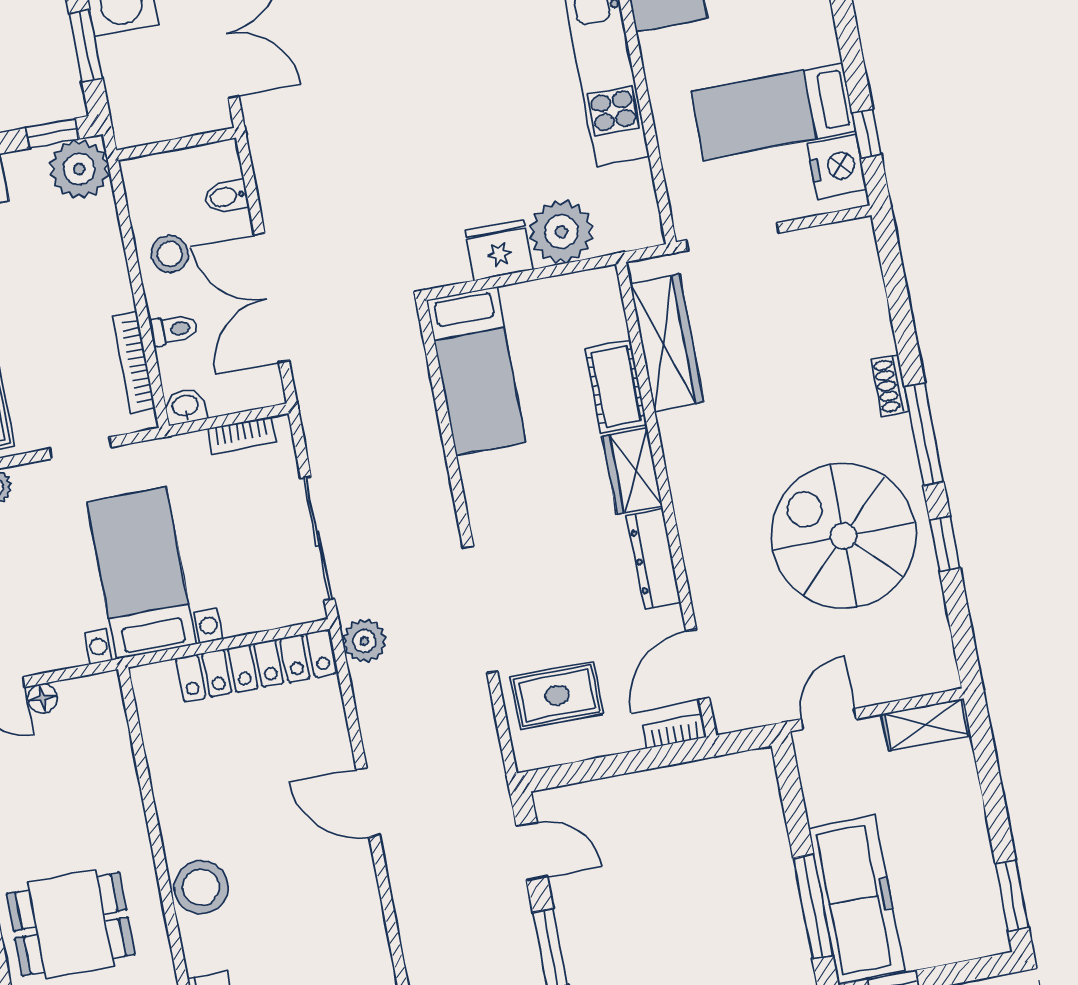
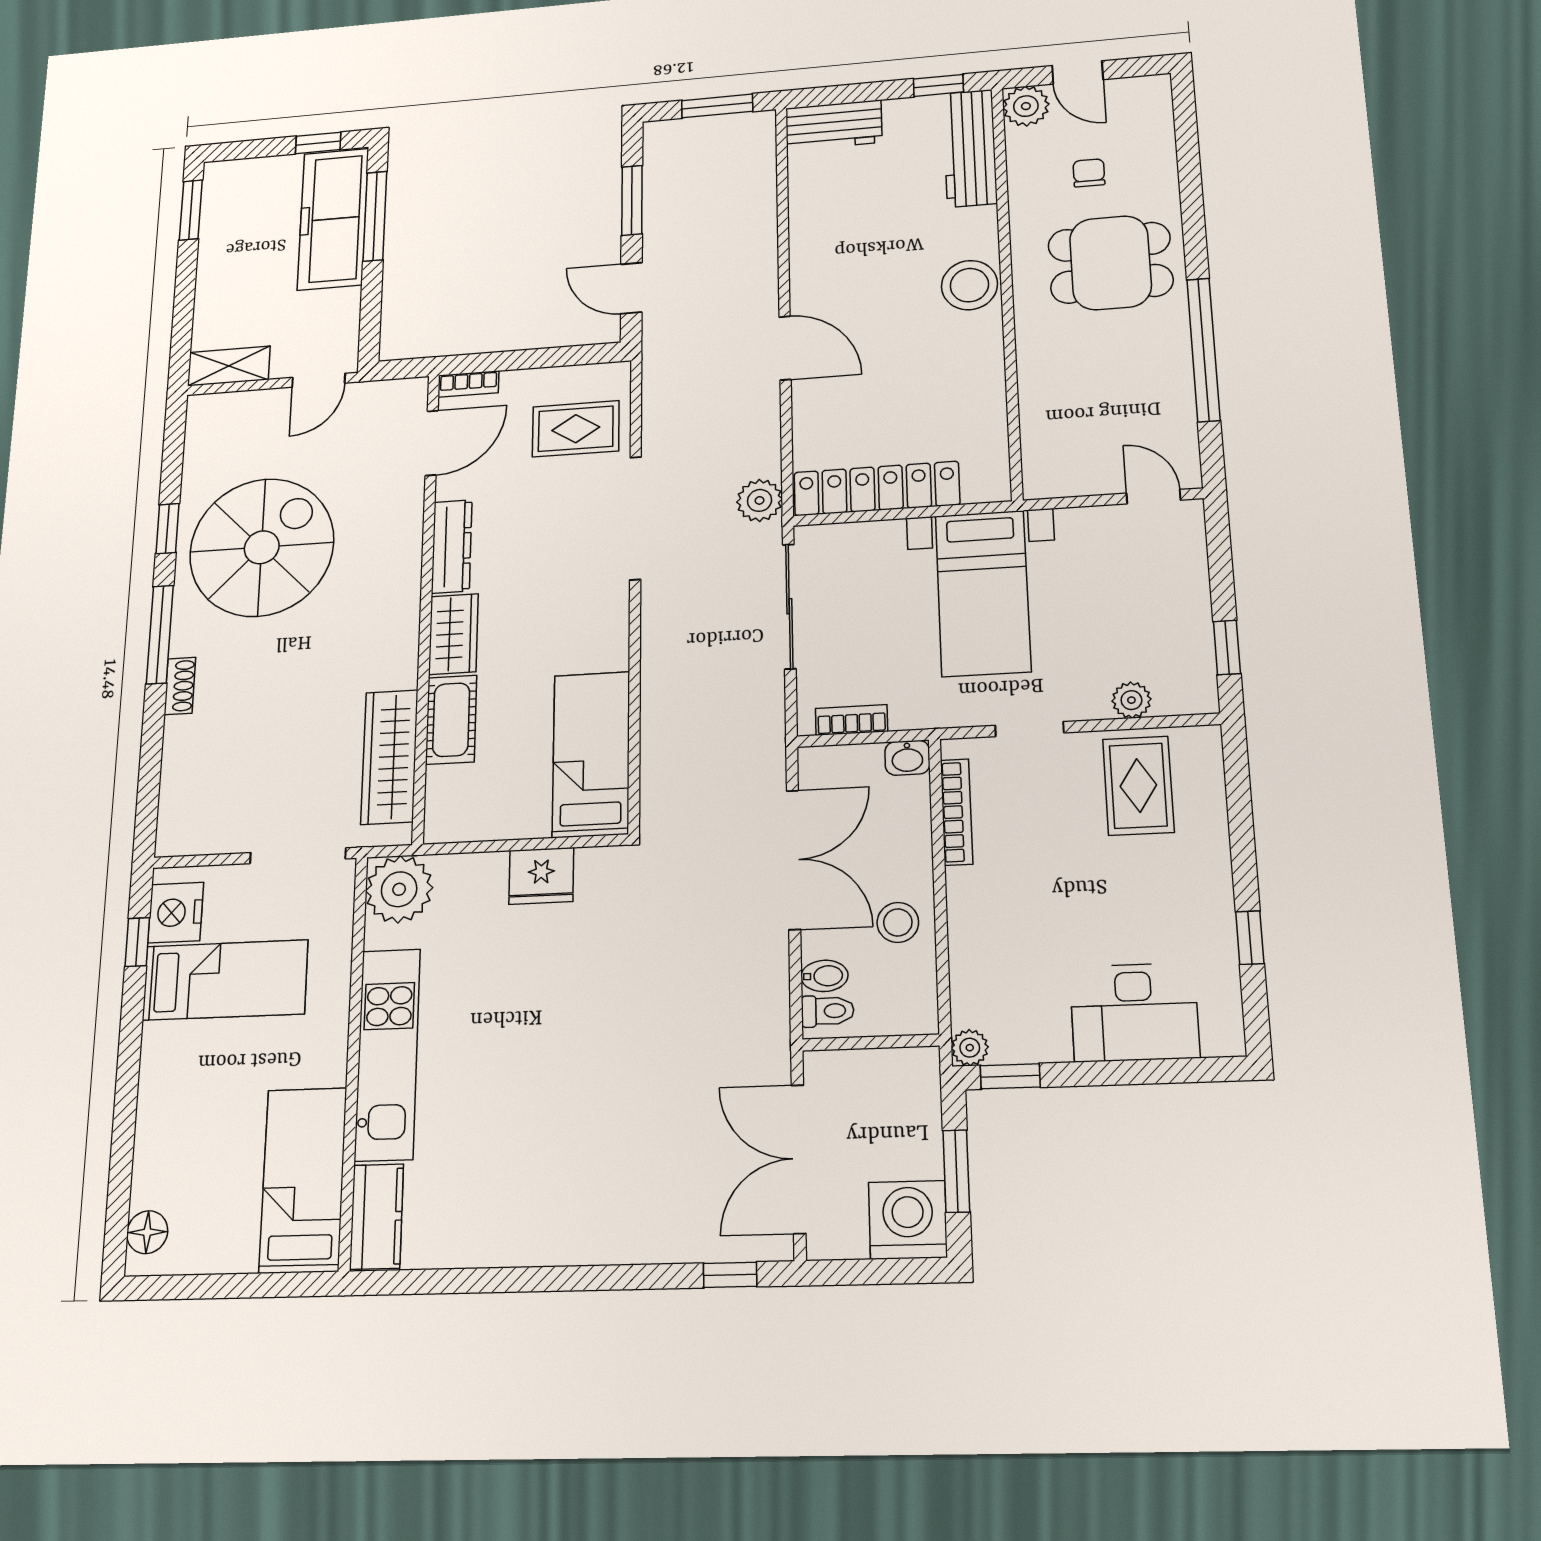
plant: (79, 169) -> (970, 1048), width x0.53, depth x0.53
plant: (561, 232) -> (399, 889), moved
toilet: (174, 330) -> (828, 1011), moved, turned 180
spiral stairs: (844, 536) -> (262, 547), turned -90
floor lamp: (42, 698) -> (1109, 480), removed

